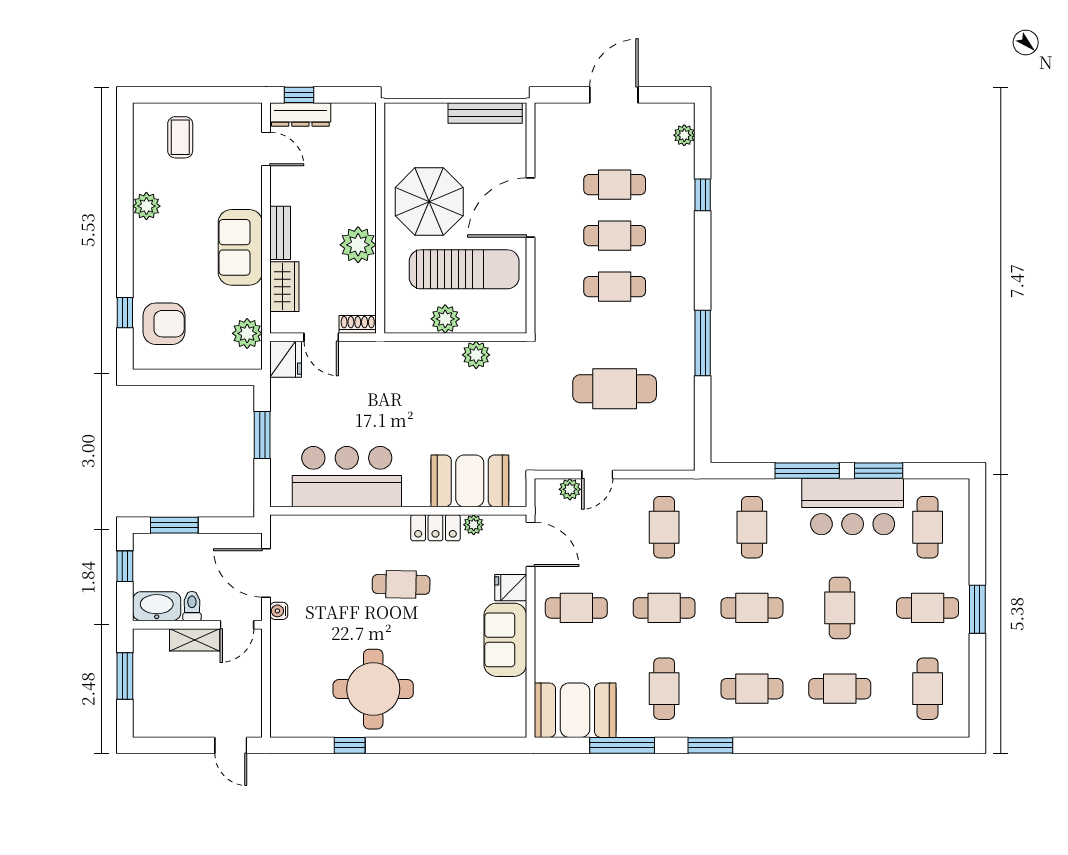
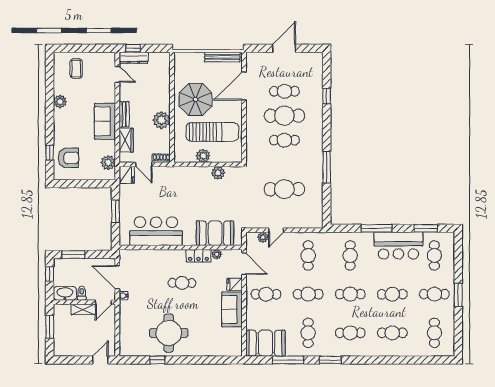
plant: (684, 135) -> (318, 68), removed
door: (530, 208) -> (244, 86), moved
cafe table: (615, 236) -> (284, 116), width x1.37, depth x1.35
window: (879, 471) -> (426, 228), moved
cafe table: (840, 608) -> (392, 294), turned 90
door: (231, 745) -> (100, 360), swing flipped

